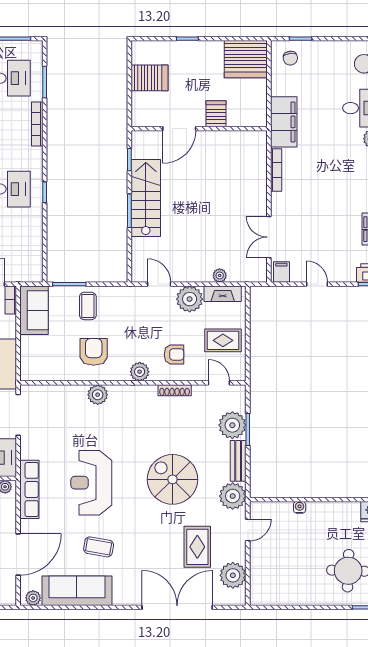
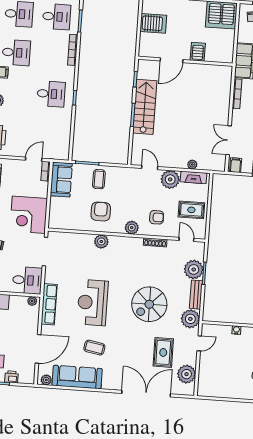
spiral stairs: (173, 479) -> (149, 304), turned -90

